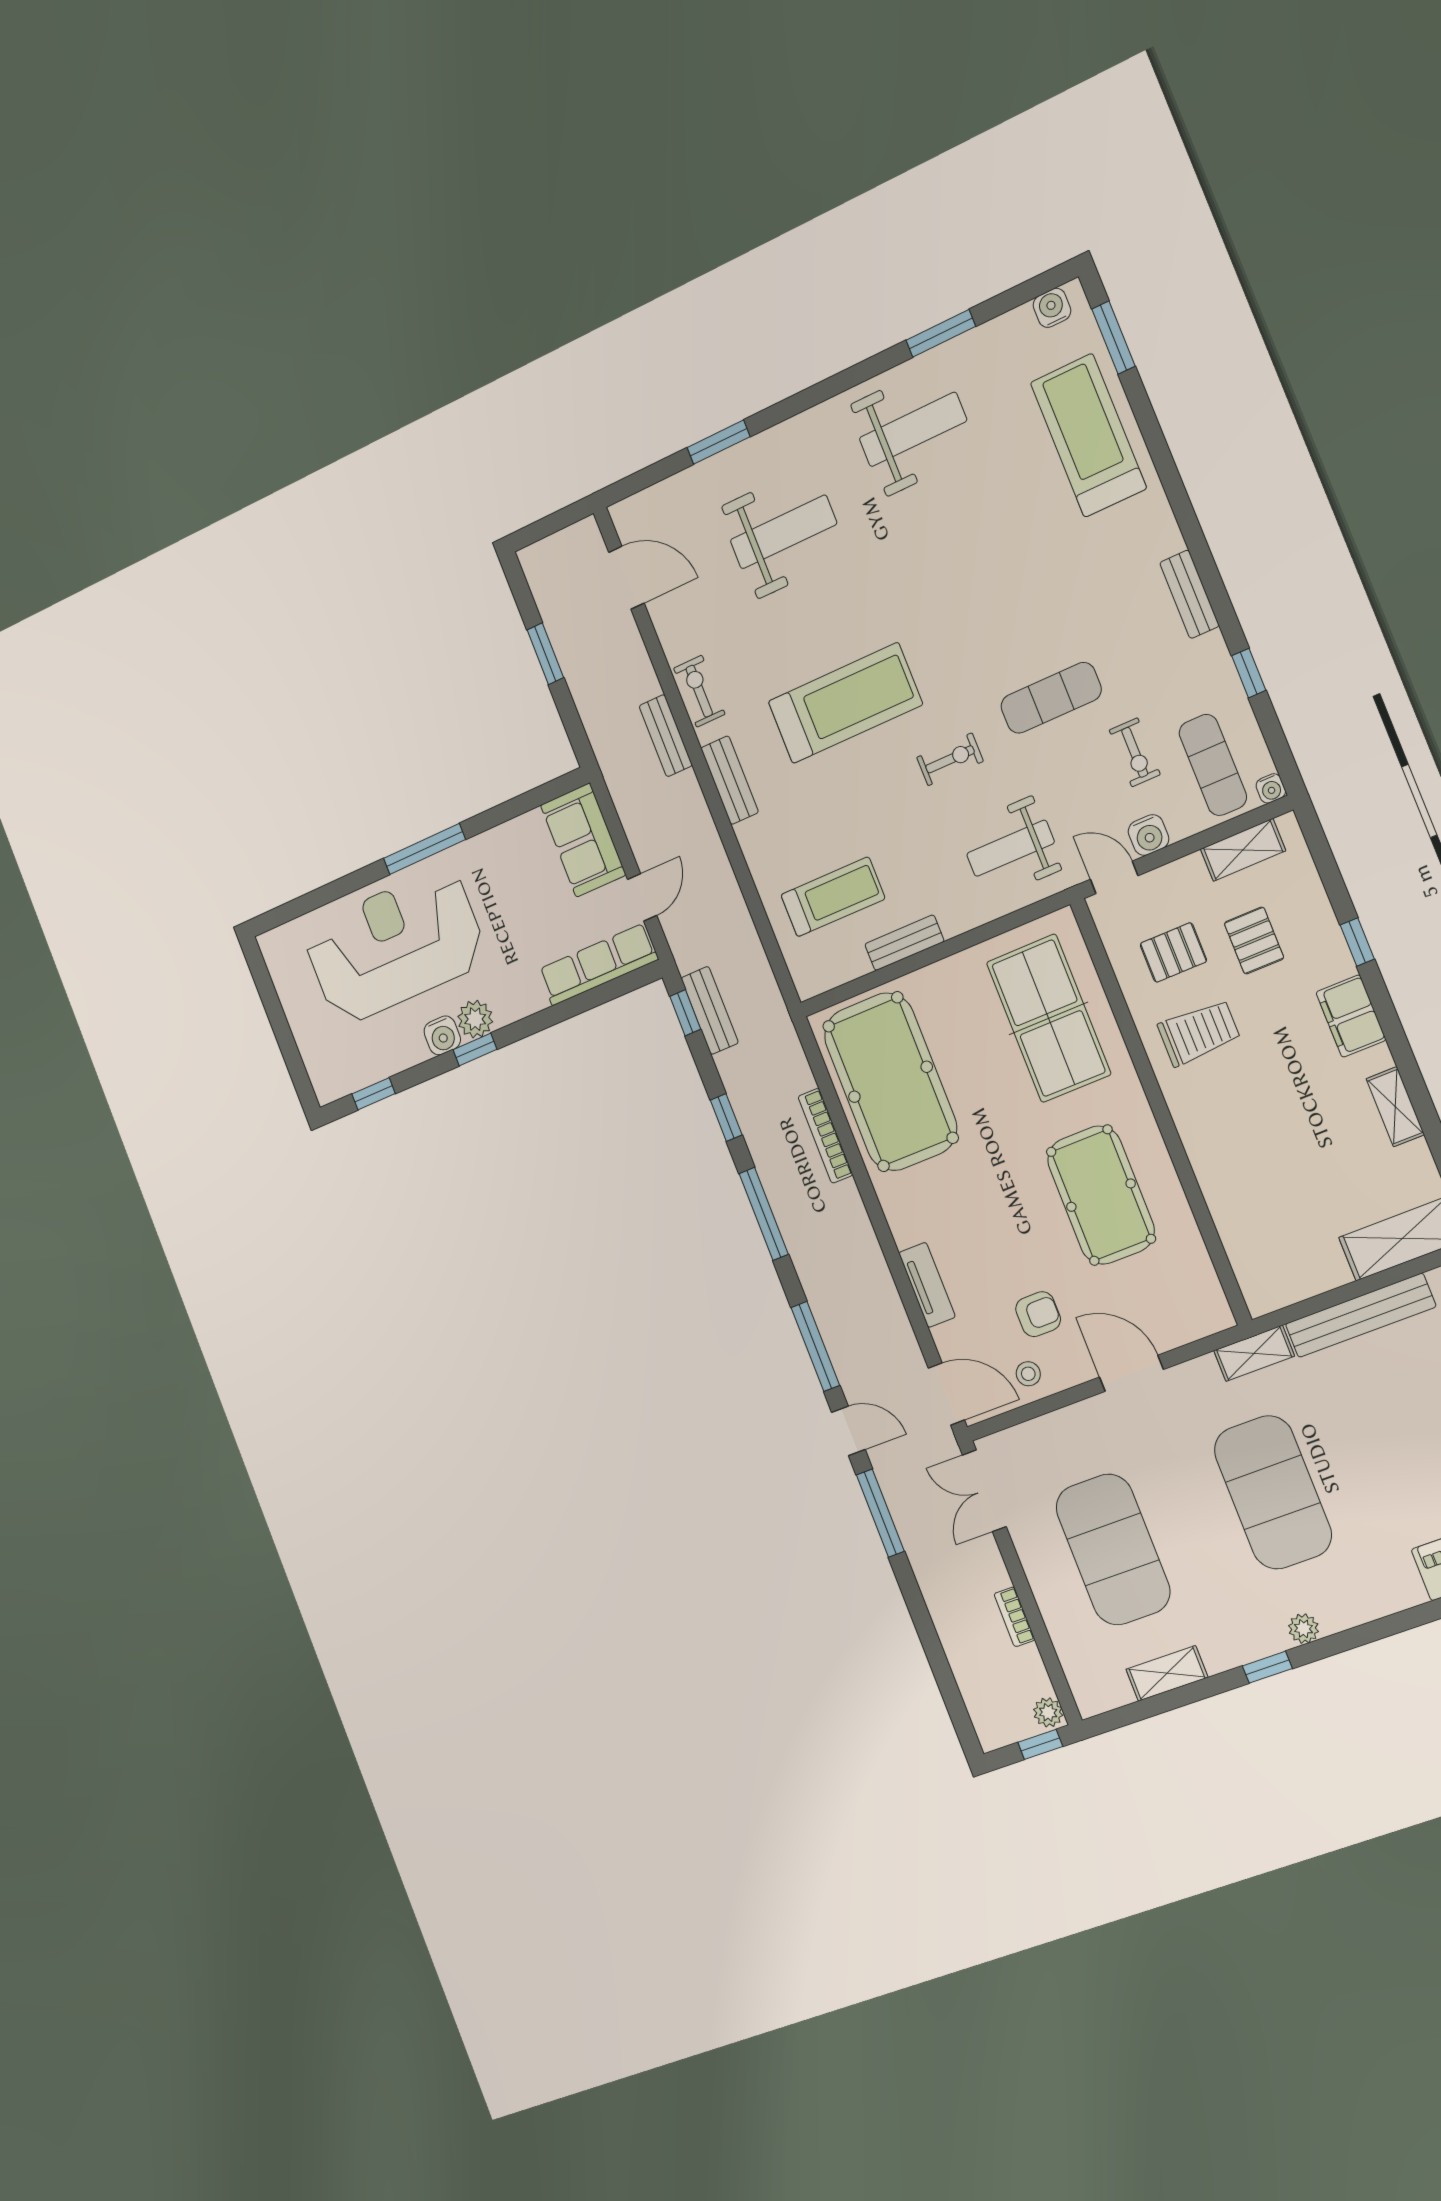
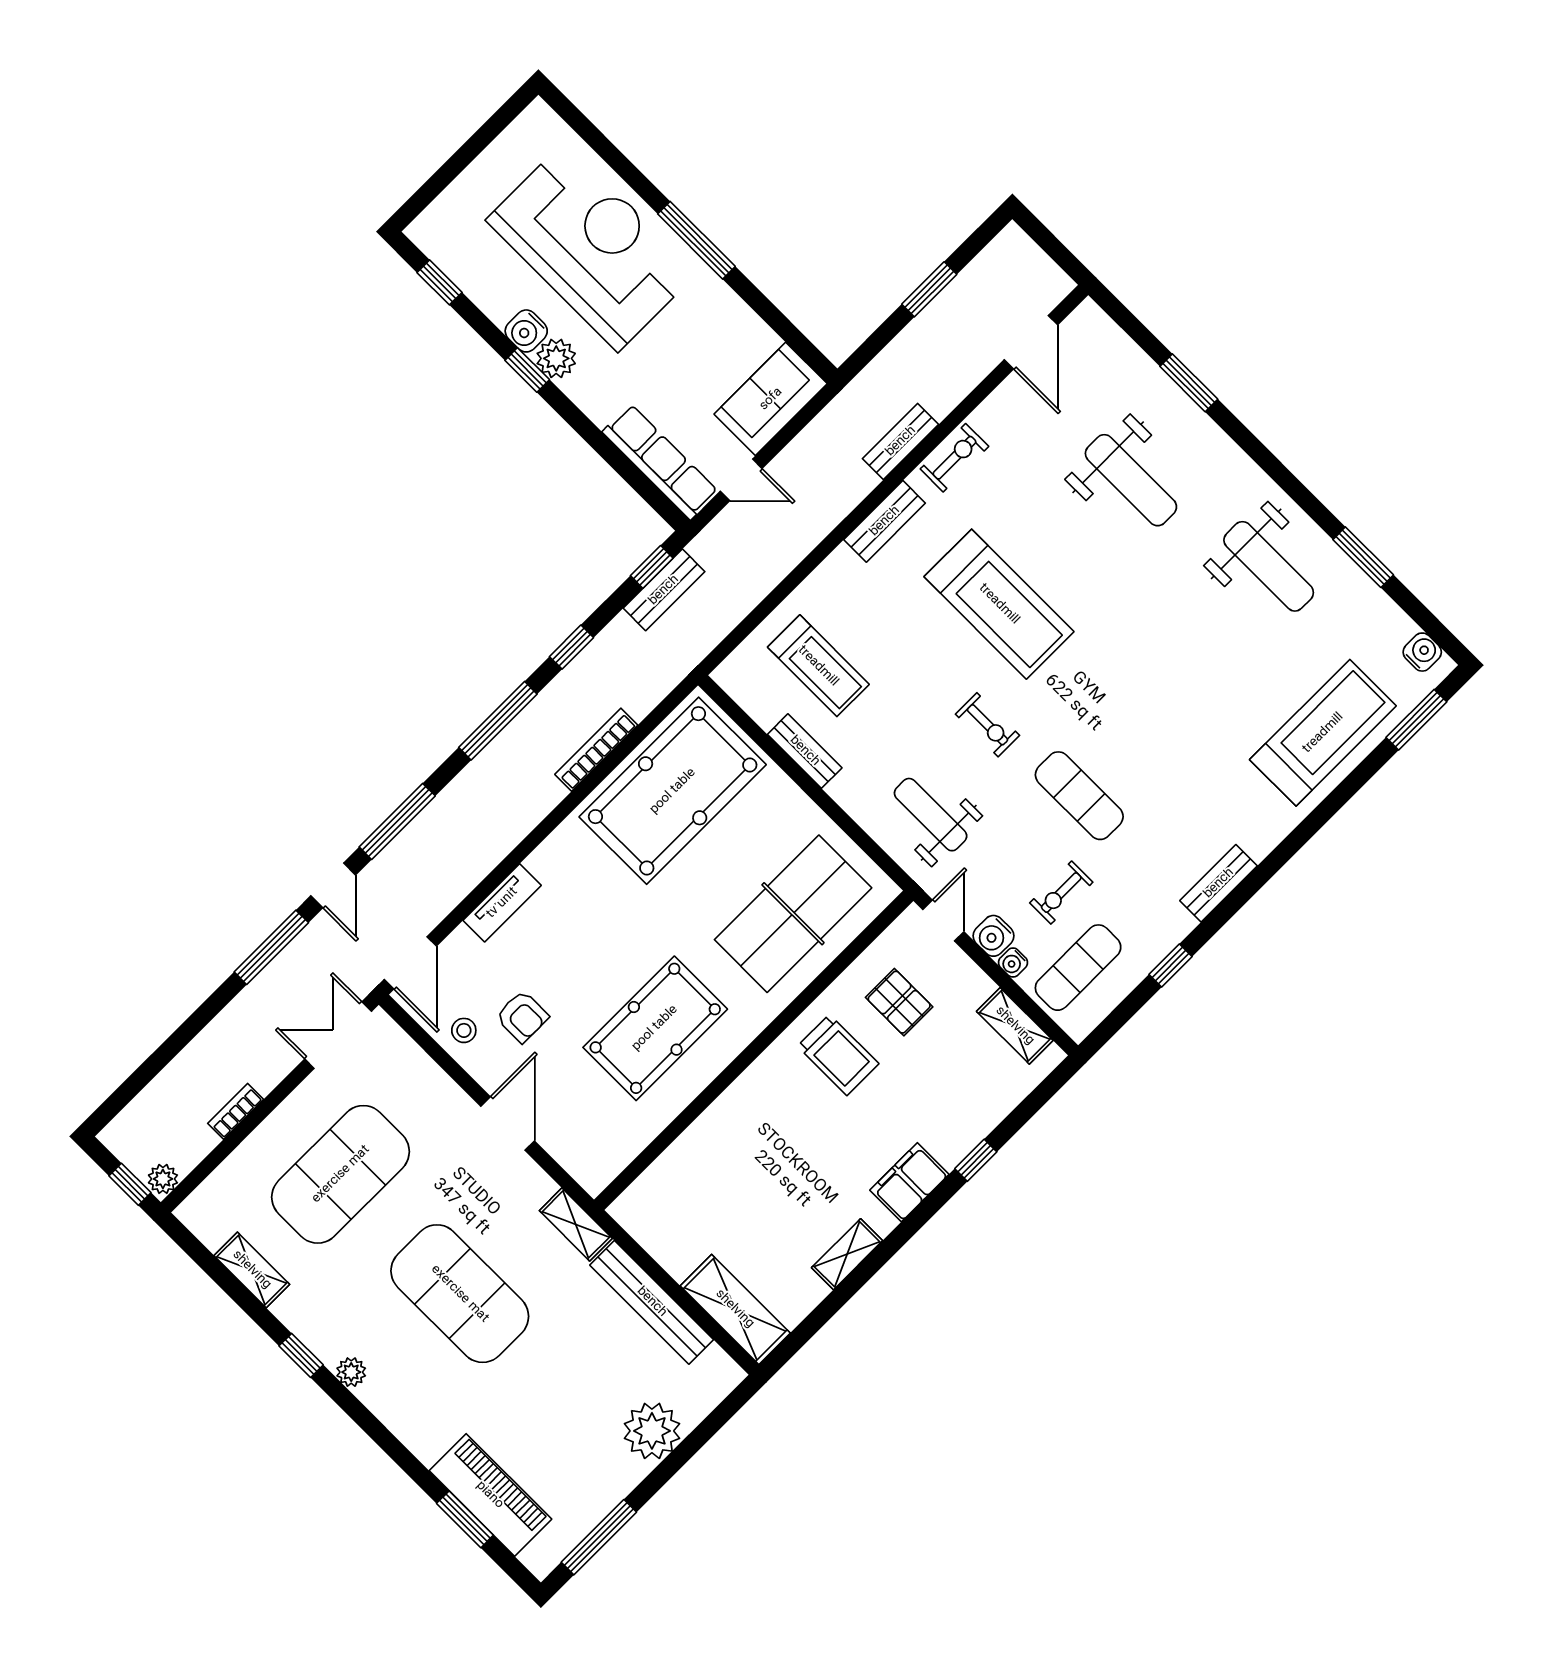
water cooler: (1271, 788) -> (1013, 963), moved
pallet: (1254, 941) -> (940, 1069), removed
exercise mat: (1273, 1492) -> (460, 1294), turned 90

